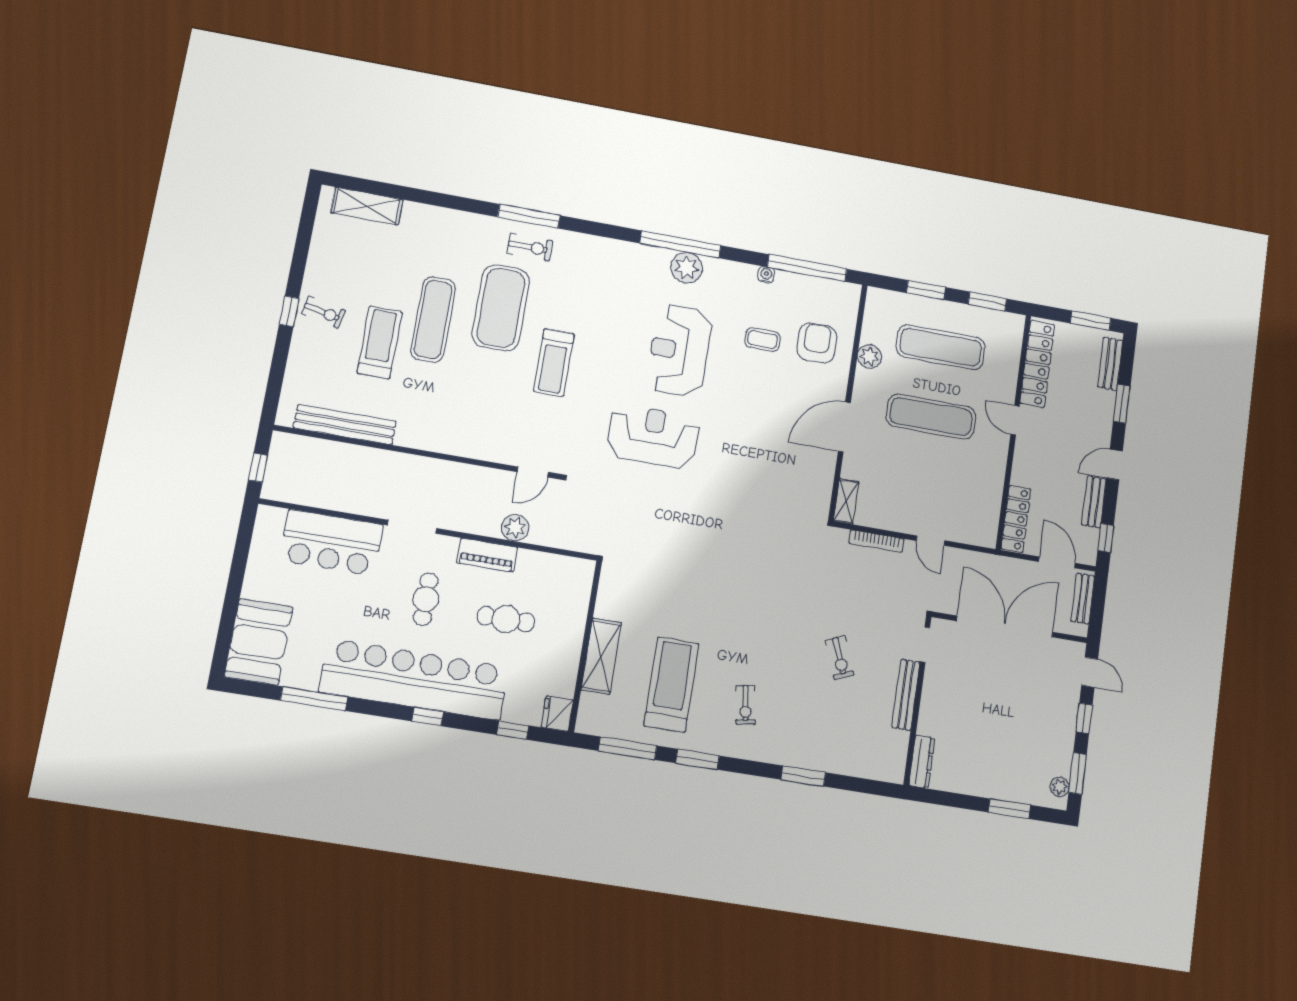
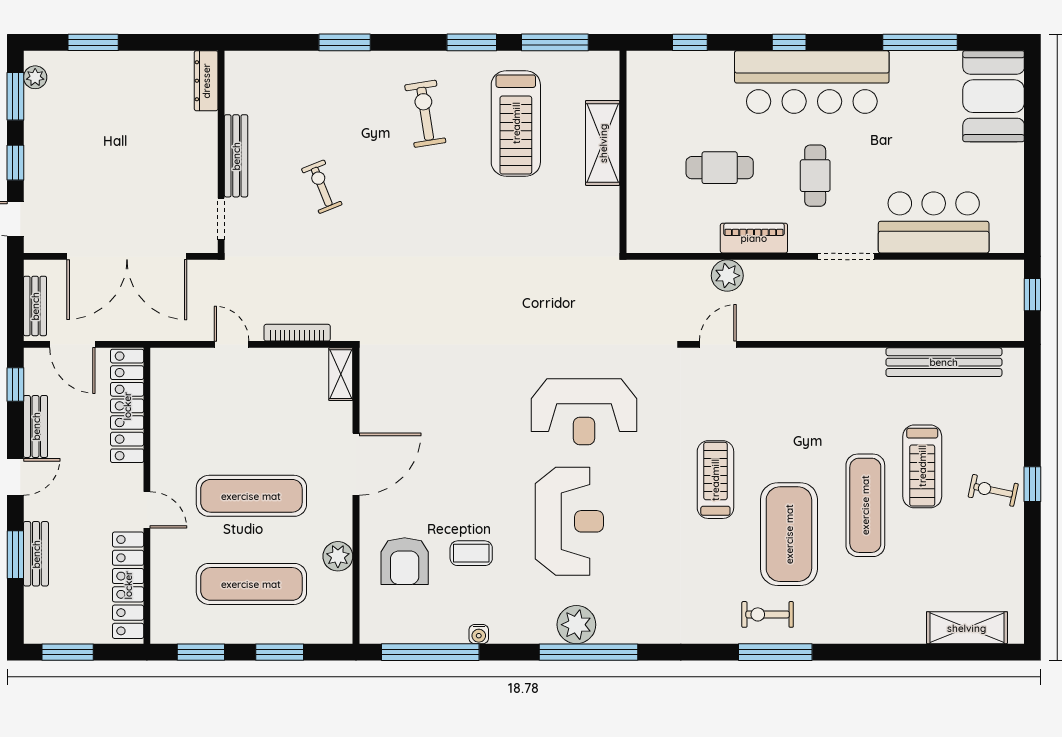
bench: (1110, 364) -> (36, 554), moved
locker: (1016, 519) -> (127, 406), width x1.41, depth x1.21
bar counter: (414, 679) -> (812, 82), width x0.73
exercise bike: (745, 705) -> (425, 114), width x1.38, depth x1.39
fridge: (557, 714) -> (642, 69), removed

